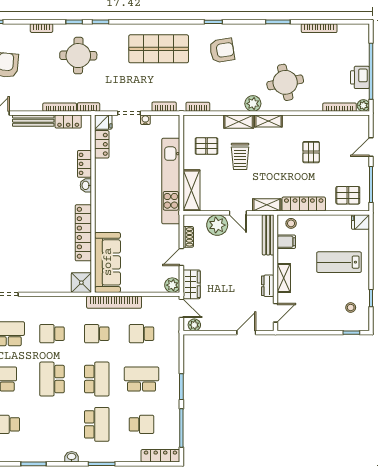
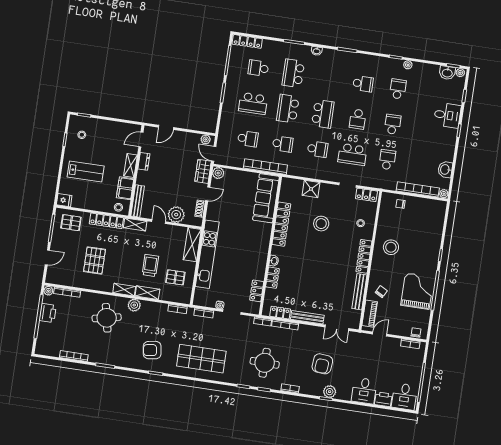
fridge: (103, 122) -> (253, 308), removed
pallet: (311, 152) -> (94, 260), width x1.50, depth x1.42
stool: (33, 241) -> (321, 224), added
filing cabinet: (286, 242) -> (125, 188), width x2.00
shower: (81, 283) -> (311, 189), moved

